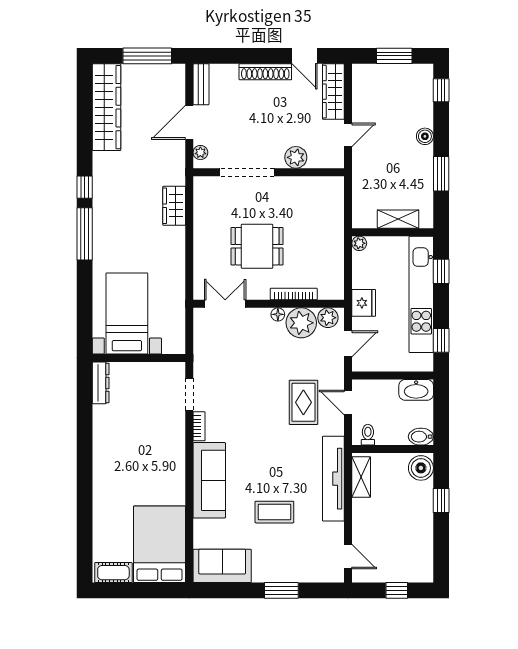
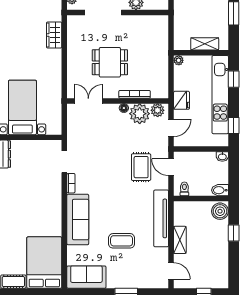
washbasin: (416, 390) -> (222, 157), width x0.52, depth x0.69
shelving: (361, 477) -> (180, 240), moved

